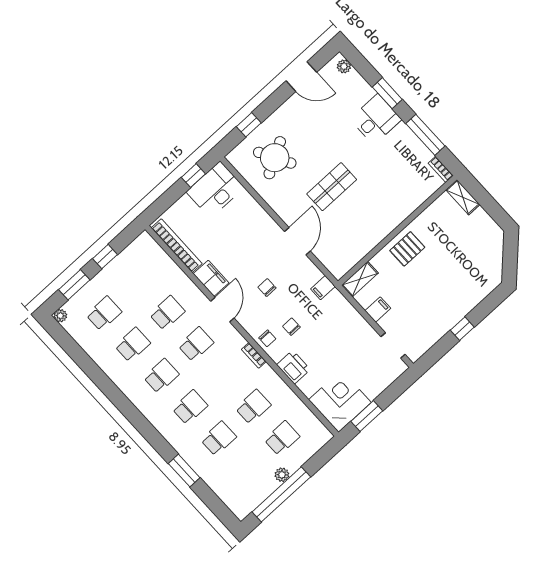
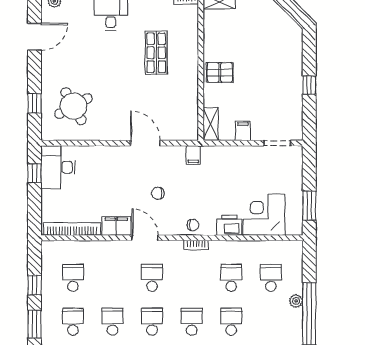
shop shelf: (332, 187) -> (156, 53), moved
pallet: (407, 249) -> (220, 72), turned 90
school desk: (167, 313) -> (73, 278), moved
chair: (291, 327) -> (200, 201), removed
corner desk: (340, 401) -> (264, 215), moved

